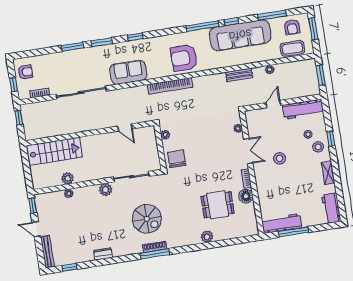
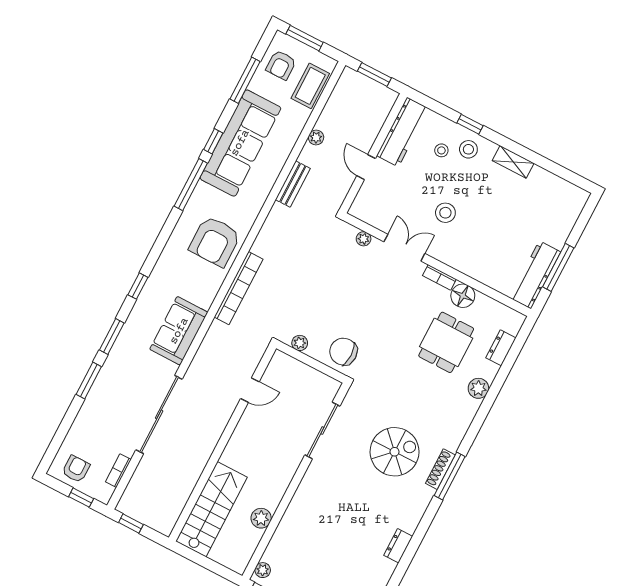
armchair: (292, 27) -> (281, 65), turned 90
plant: (105, 190) -> (314, 478), removed
plant: (69, 193) -> (263, 570), moved
workbench: (331, 208) -> (564, 193), removed
dresser: (234, 233) -> (501, 348), added

